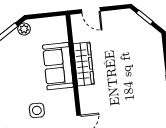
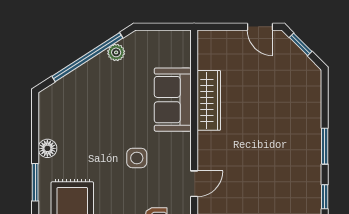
door: (91, 10) -> (260, 27), moved
plant: (24, 29) -> (116, 52), moved

